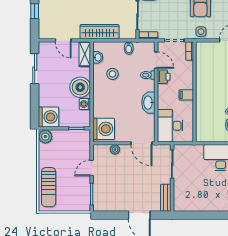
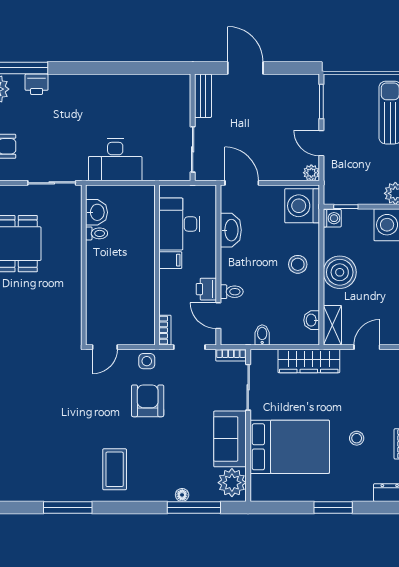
door: (63, 40) -> (367, 347), hinge flipped
stool: (112, 74) -> (298, 264), moved
washbasin: (148, 103) -> (231, 230), moved
washing machine: (85, 104) -> (332, 218), moved
desk: (170, 126) -> (179, 224), moved, turned 180
plant: (115, 150) -> (311, 173), moved
door: (92, 168) -> (321, 143), swing flipped

